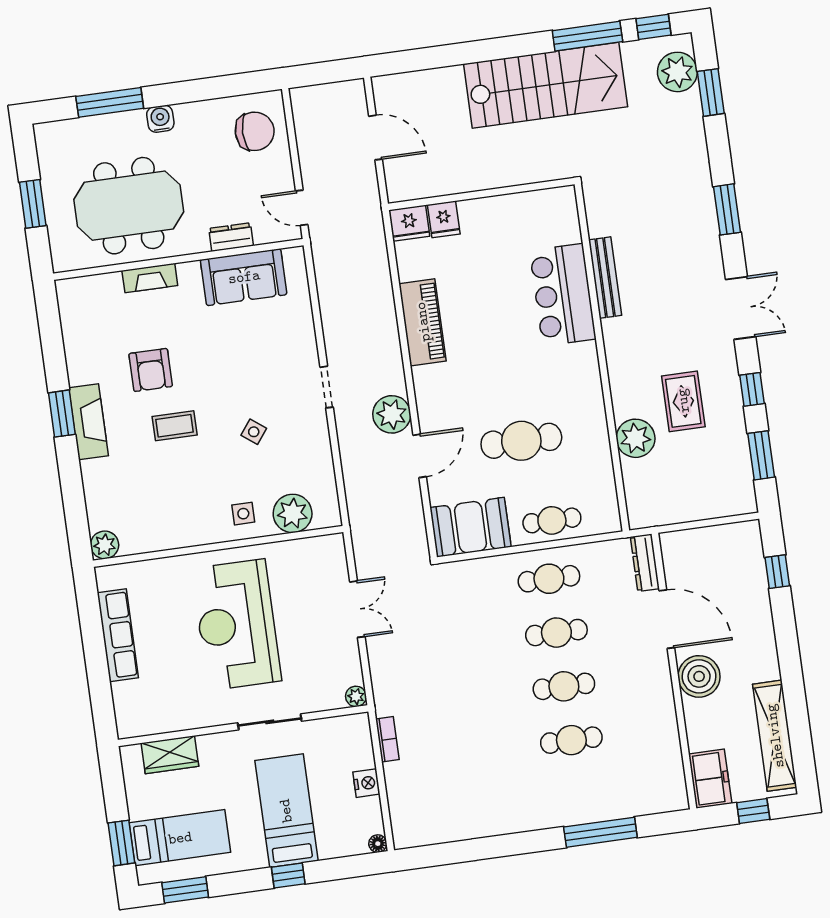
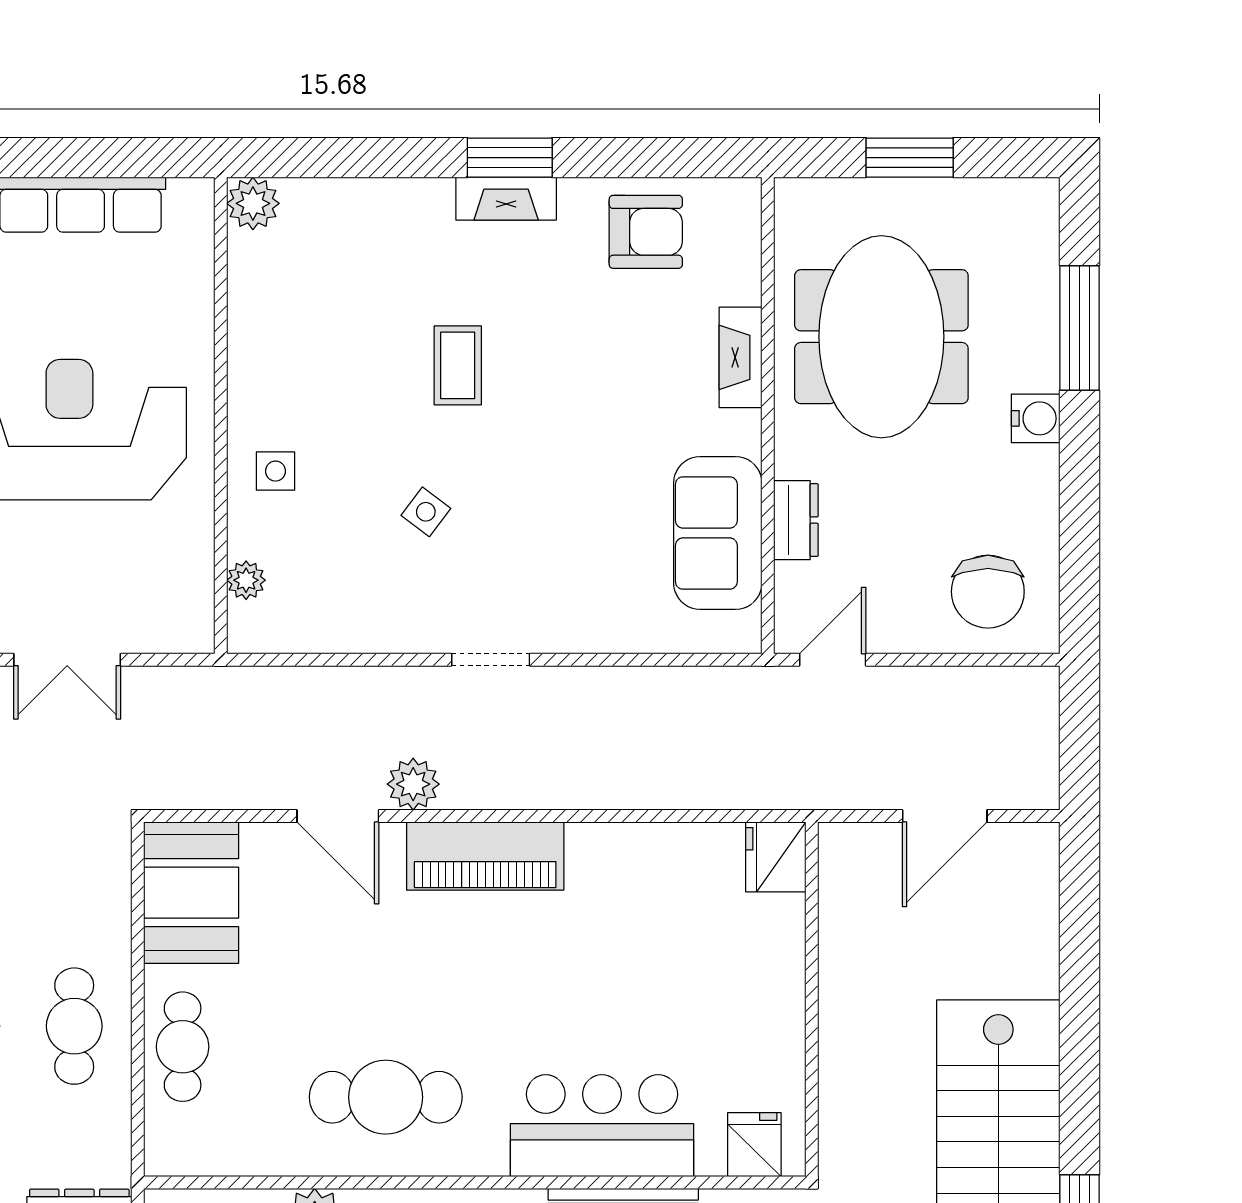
fridge: (444, 219) -> (754, 1145), moved, turned 90
piano: (423, 322) -> (485, 856), moved
armchair: (151, 370) -> (646, 232), moved, turned 180
plant: (392, 414) -> (413, 784), width x0.73, depth x0.73
fireplace: (89, 422) -> (506, 199), width x0.73, depth x0.76
cafe table: (521, 441) -> (386, 1097), moved, turned 90
plant: (293, 513) -> (246, 580), width x0.53, depth x0.53

